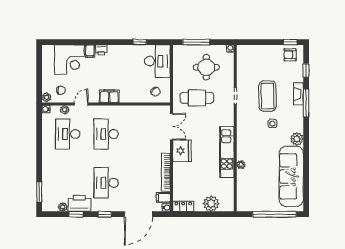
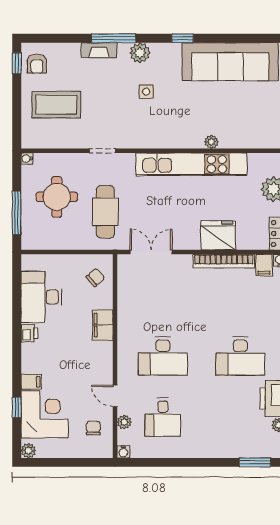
window: (140, 42) -> (17, 407), moved
printer: (101, 50) -> (29, 333), moved
desk: (157, 61) -> (41, 297), moved, turned -90
window: (306, 71) -> (183, 38), moved
filing cabinet: (109, 96) -> (103, 325), moved
coffee table: (267, 96) -> (56, 105), moved
plant: (47, 97) -> (28, 451), moved
desk: (68, 134) -> (163, 417), width x0.73
plant: (297, 139) -> (140, 53), moved
fridge: (182, 151) -> (218, 235), moved
kitchen unit: (227, 152) -> (191, 164), width x1.36

